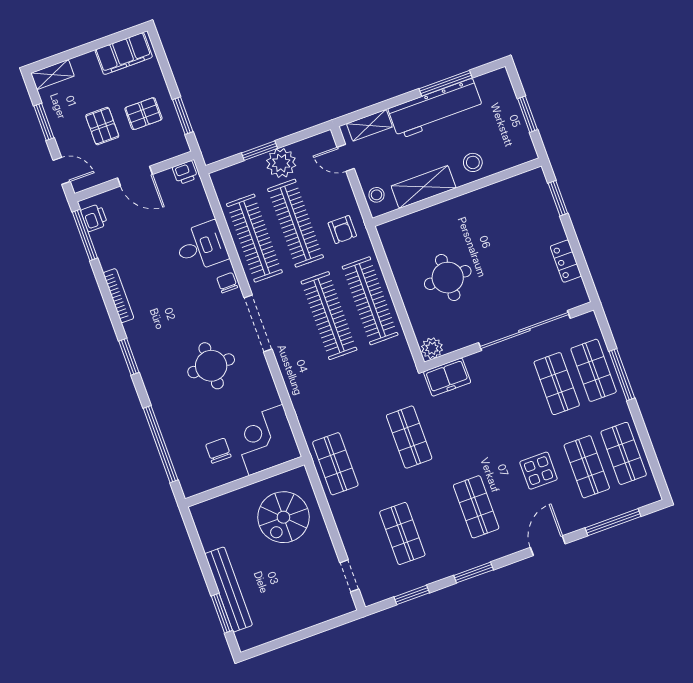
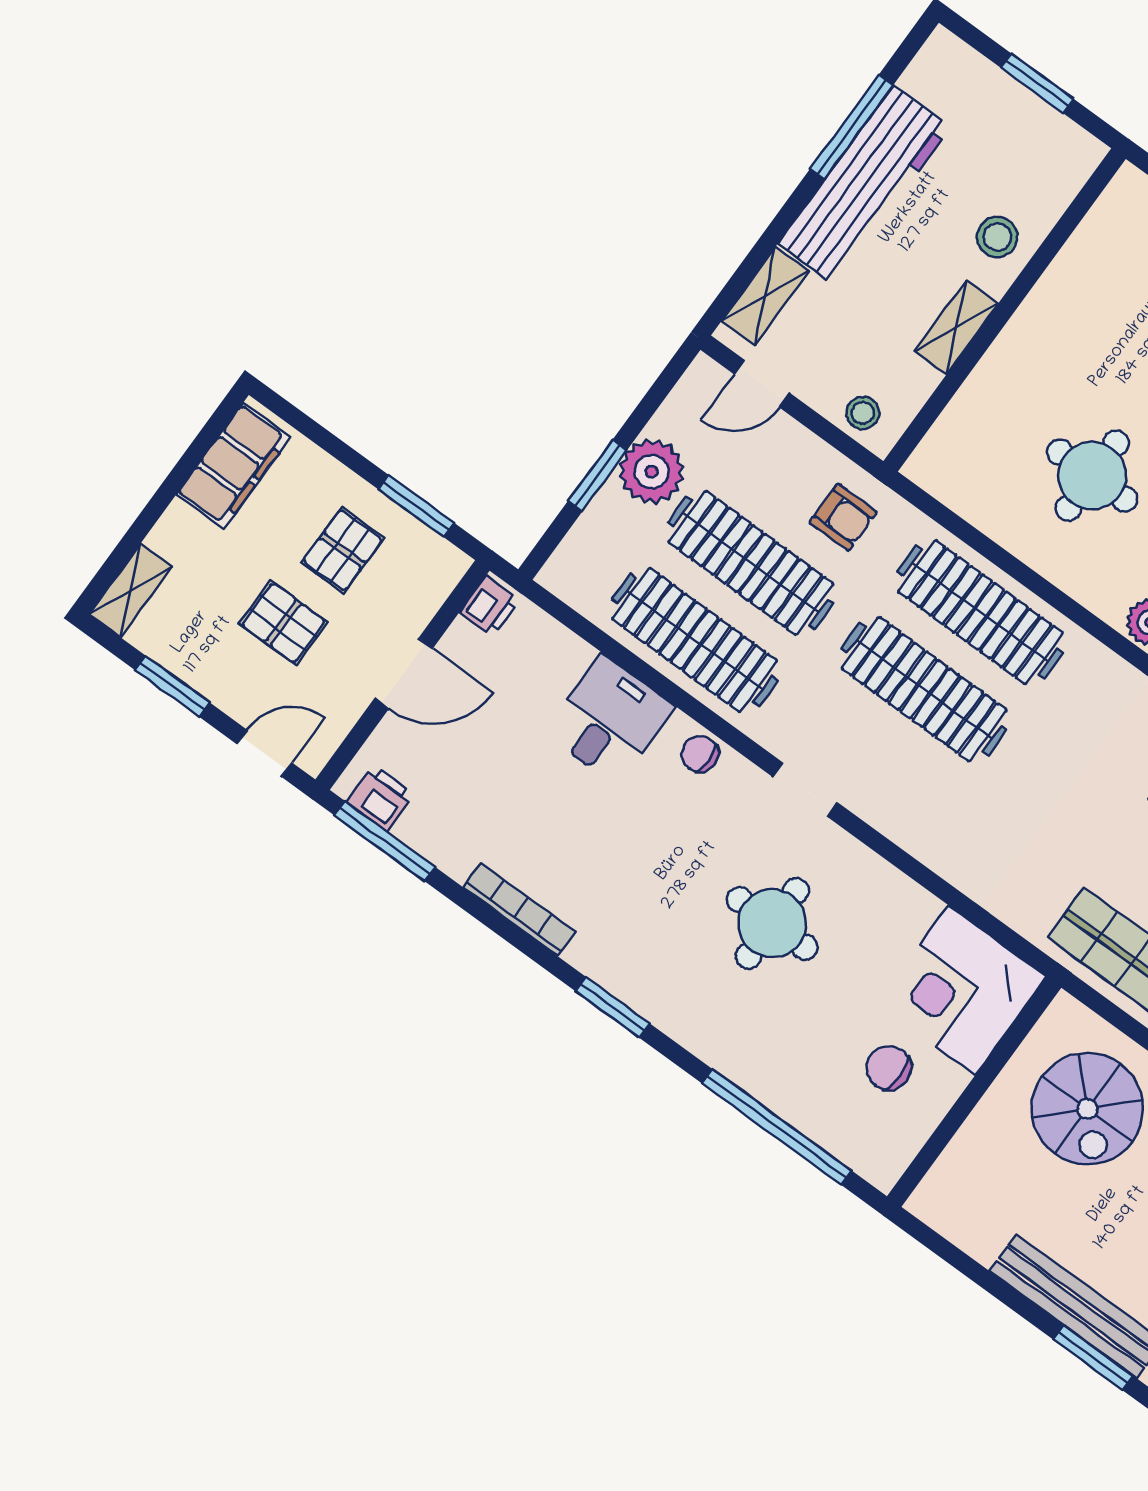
shelving: (424, 187) -> (956, 327), width x0.67, depth x0.75
doorway: (258, 323) -> (805, 790), width x0.53

